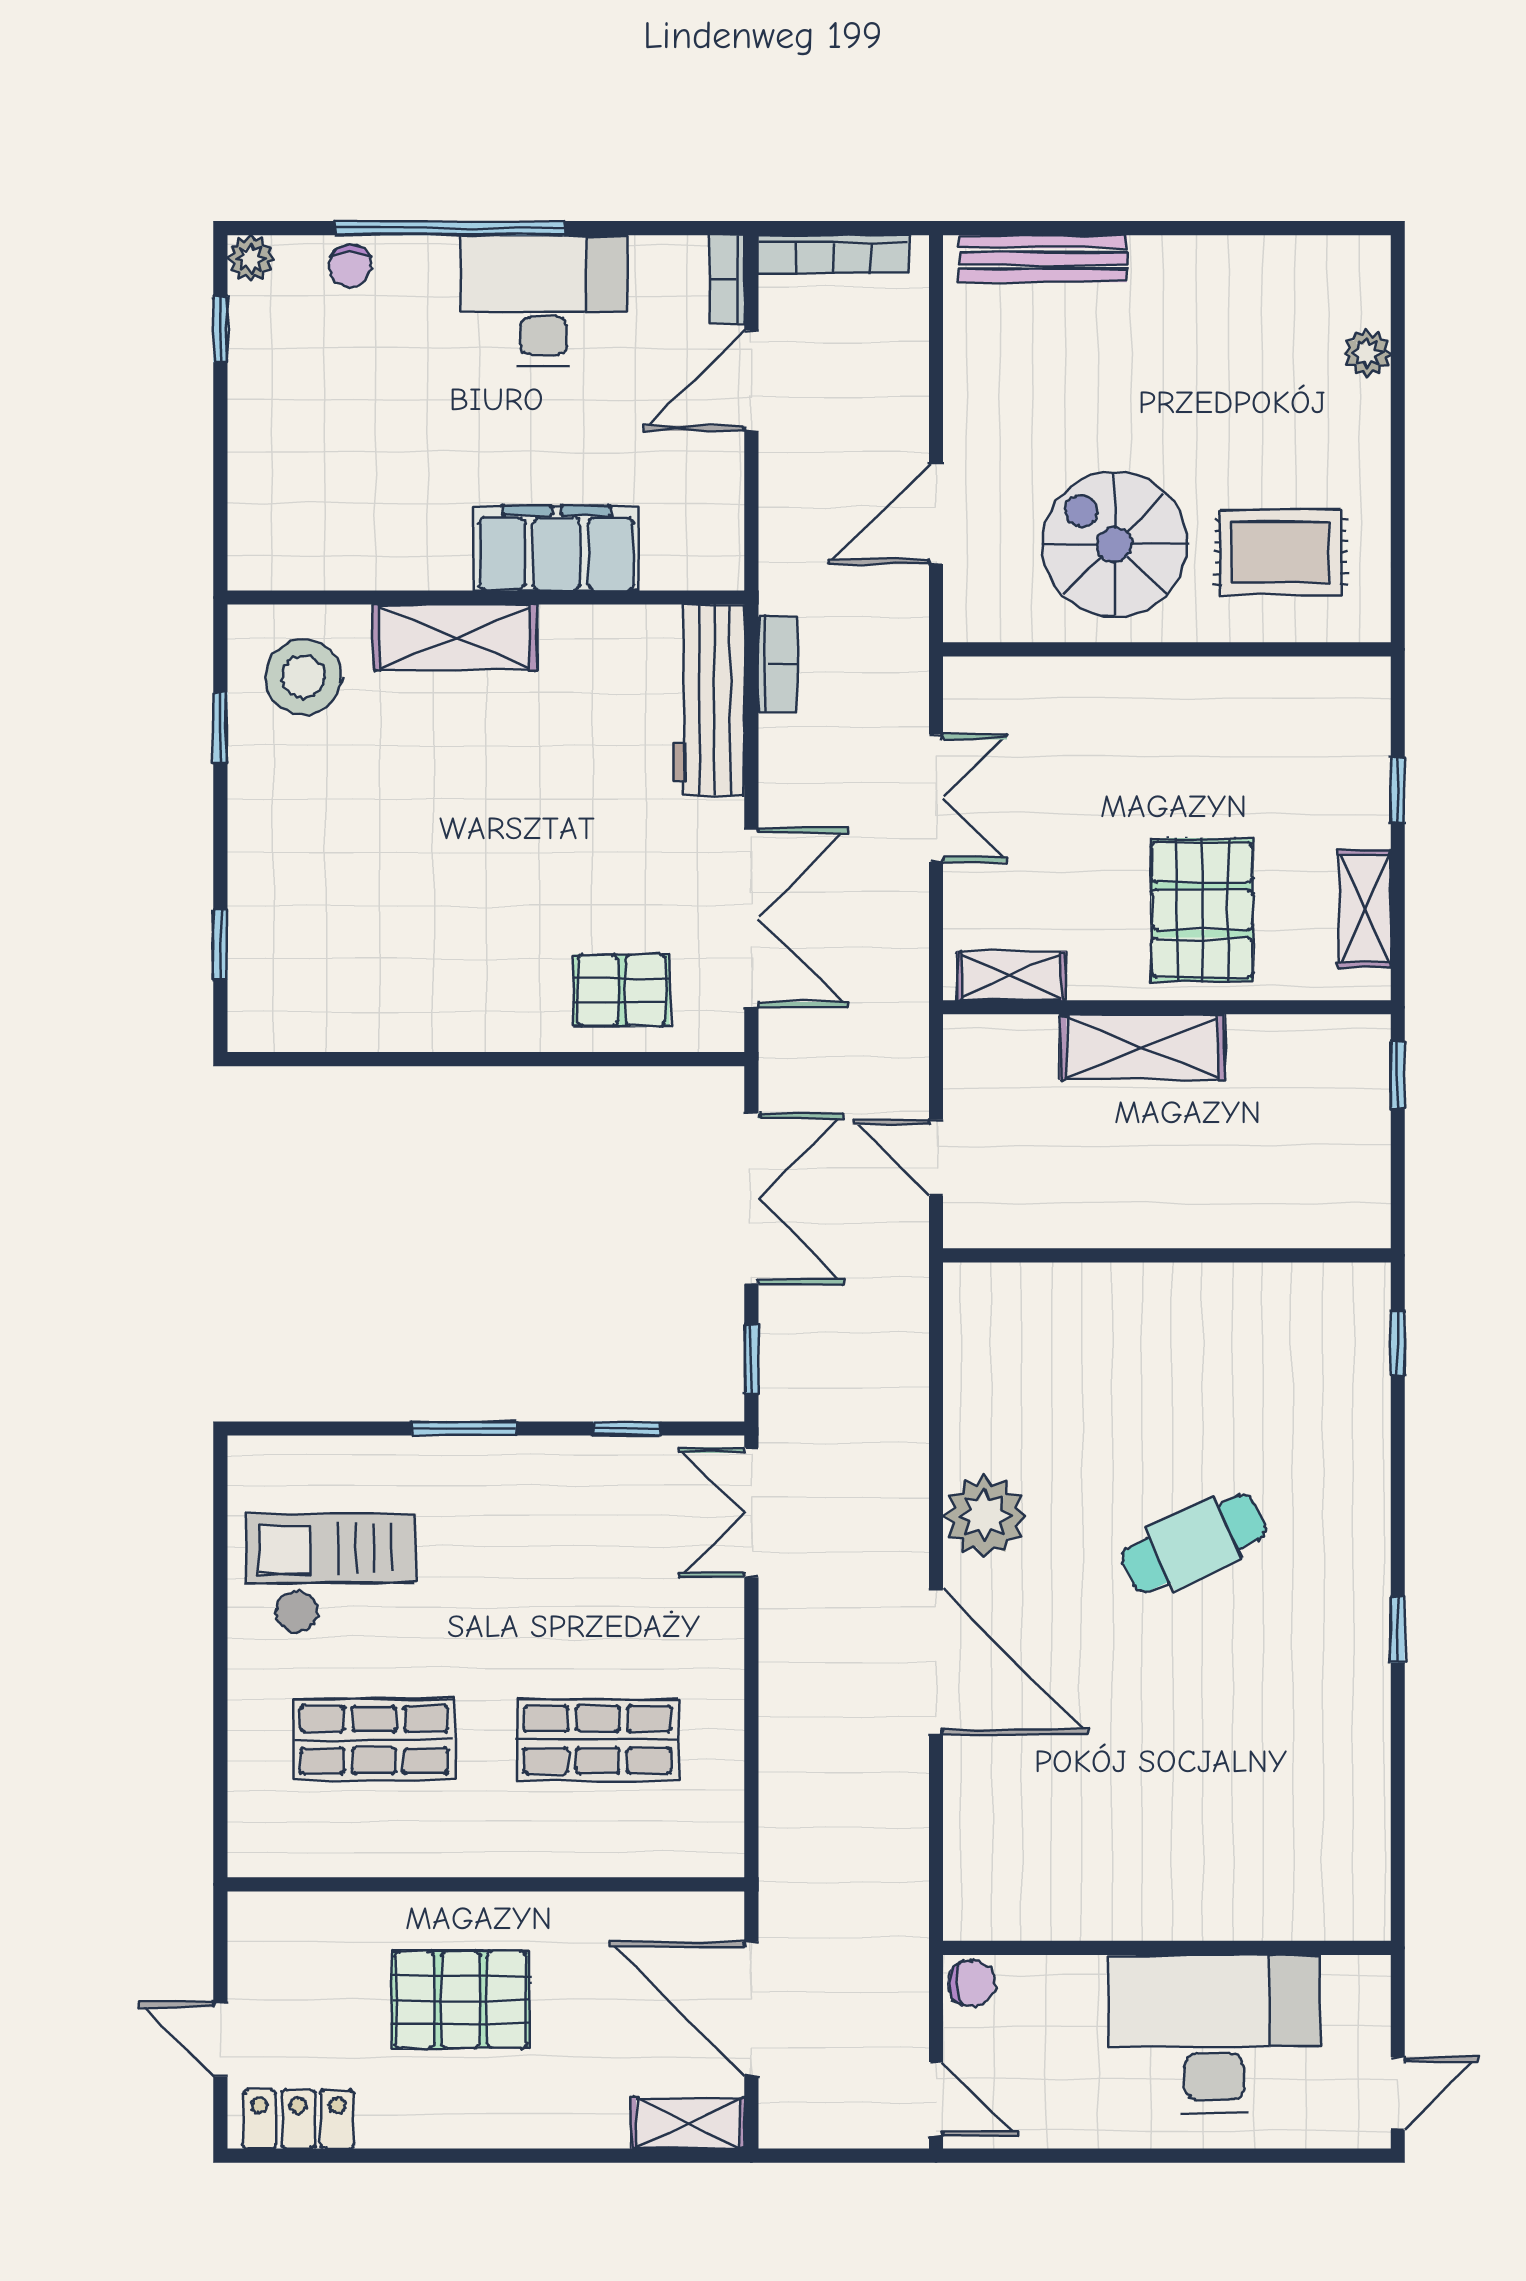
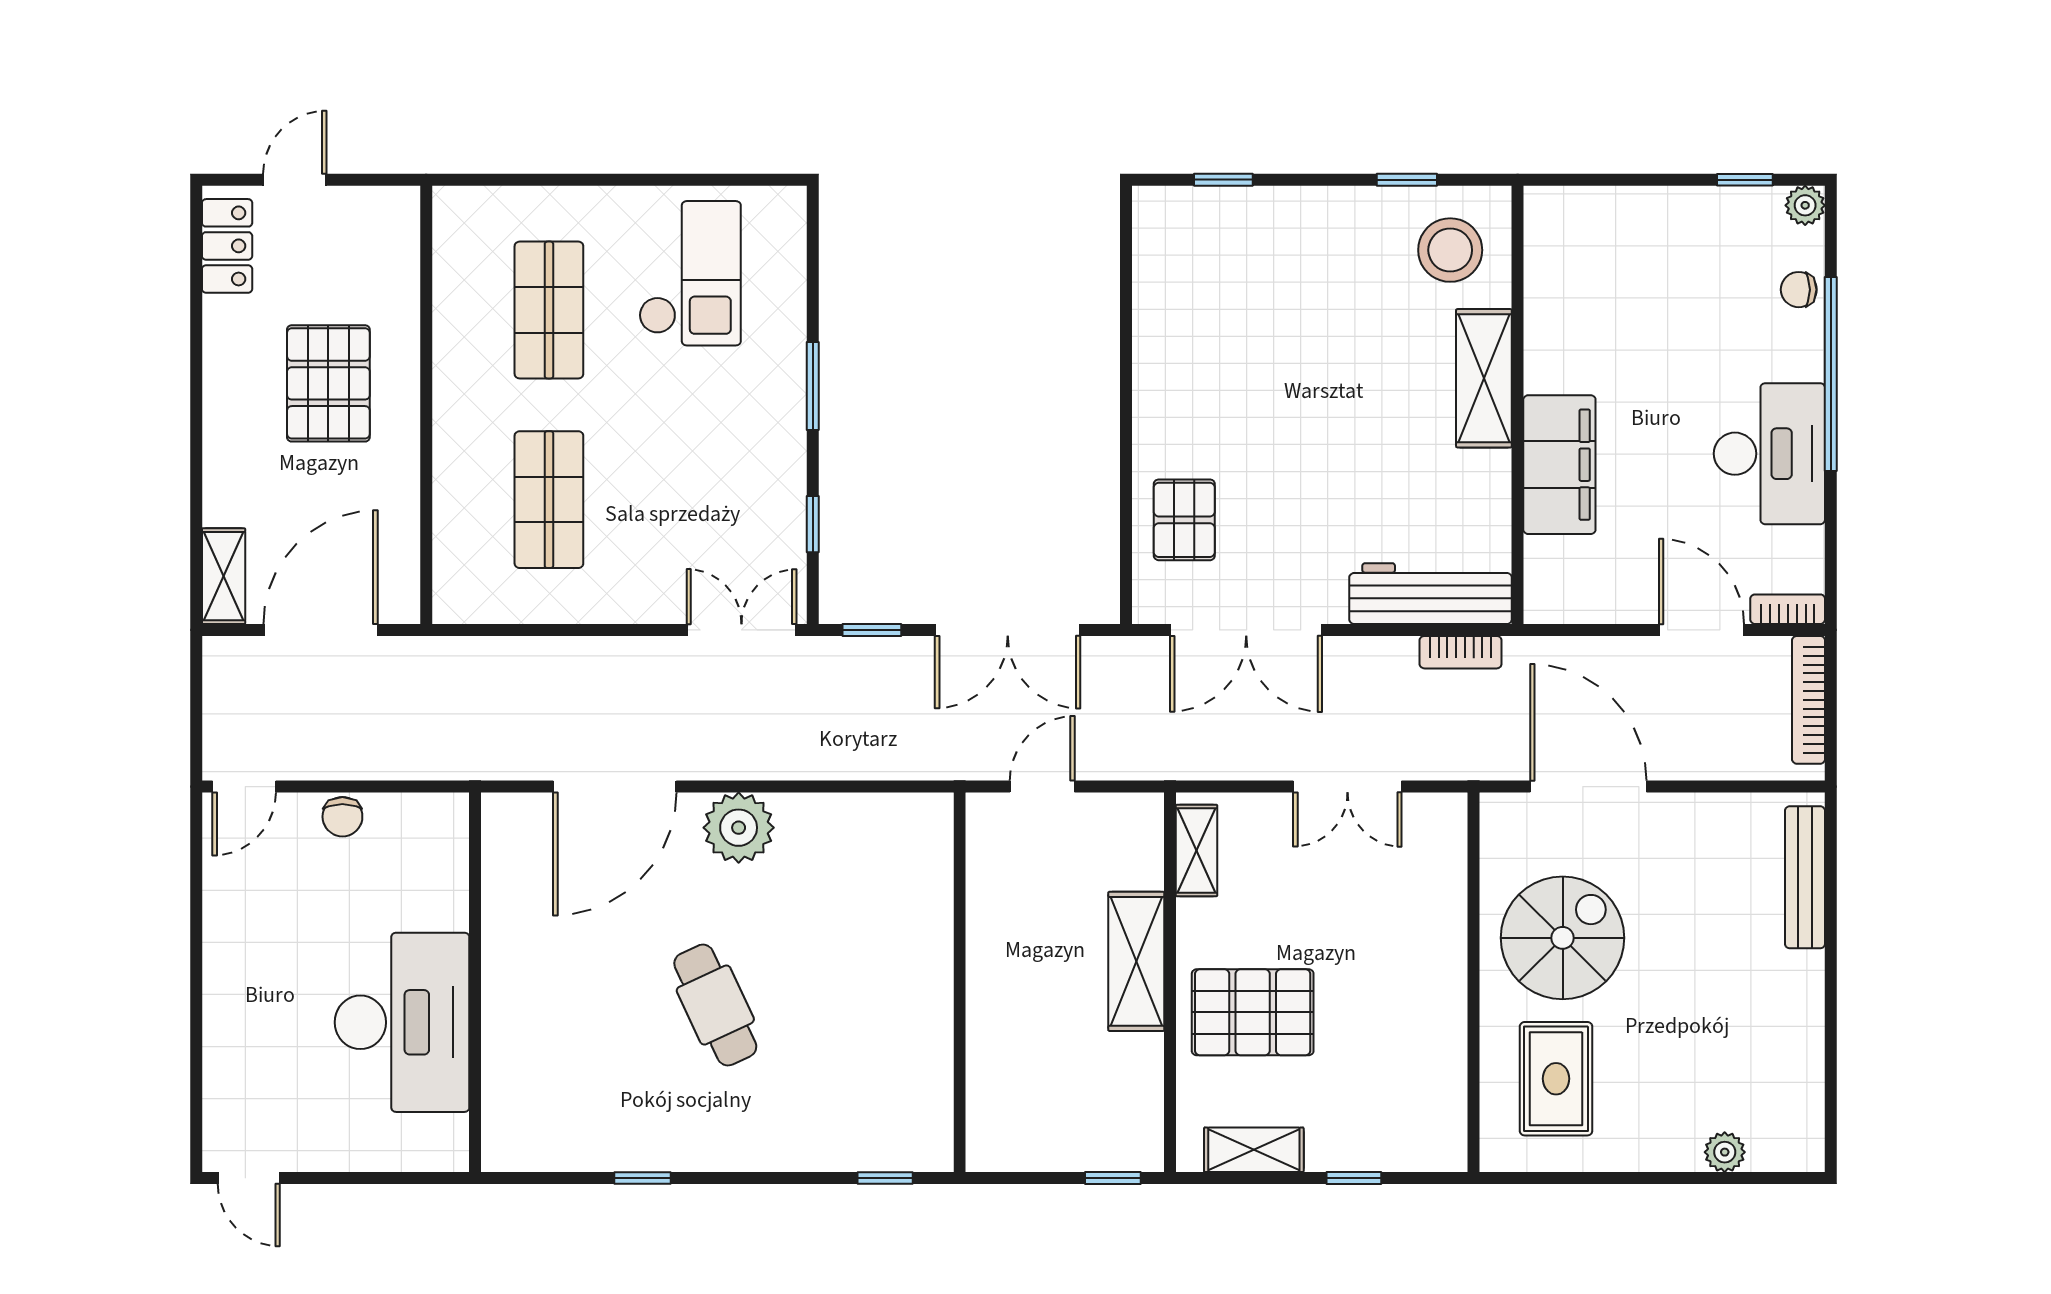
door: (936, 514) -> (1588, 787), width x1.36
wall: (1167, 1948) -> (475, 982), moved
desk: (1214, 2034) -> (402, 1022), moved

